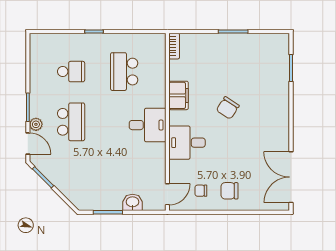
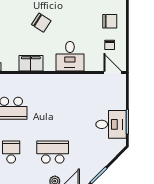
desk: (148, 125) -> (111, 124), moved, turned 90
chair: (229, 191) -> (110, 21), turned -90
washbasin: (133, 202) -> (119, 101), removed

